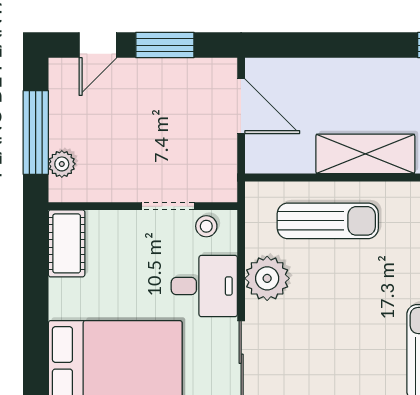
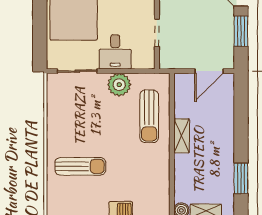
shelving: (365, 154) -> (182, 136), width x0.67, depth x0.75
stool: (206, 226) -> (146, 53), removed

